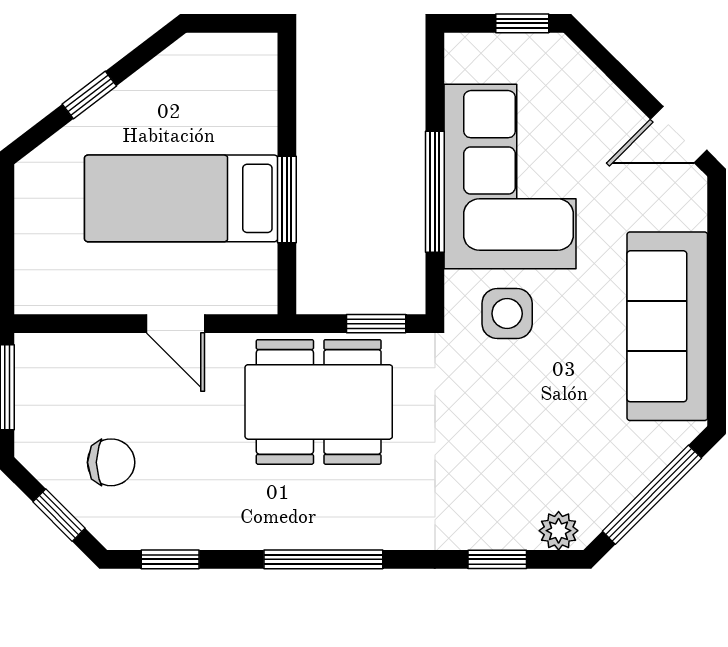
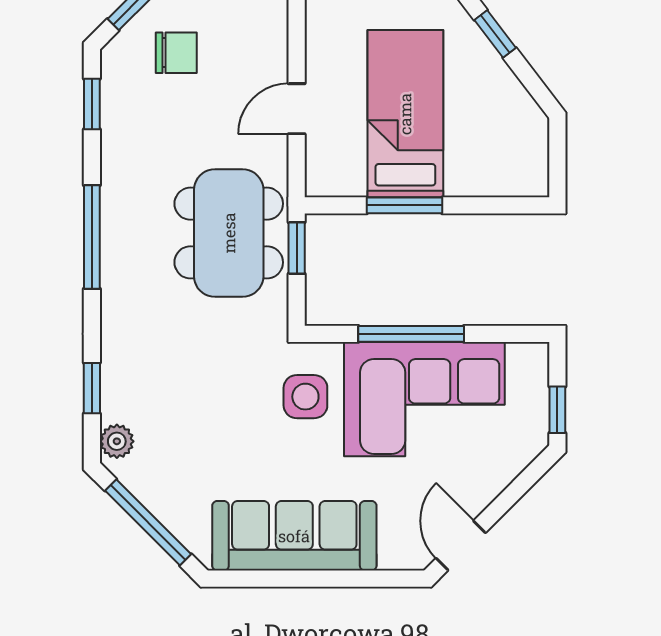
window: (376, 324) -> (297, 248), moved
chair: (111, 462) -> (176, 53), turned -90

